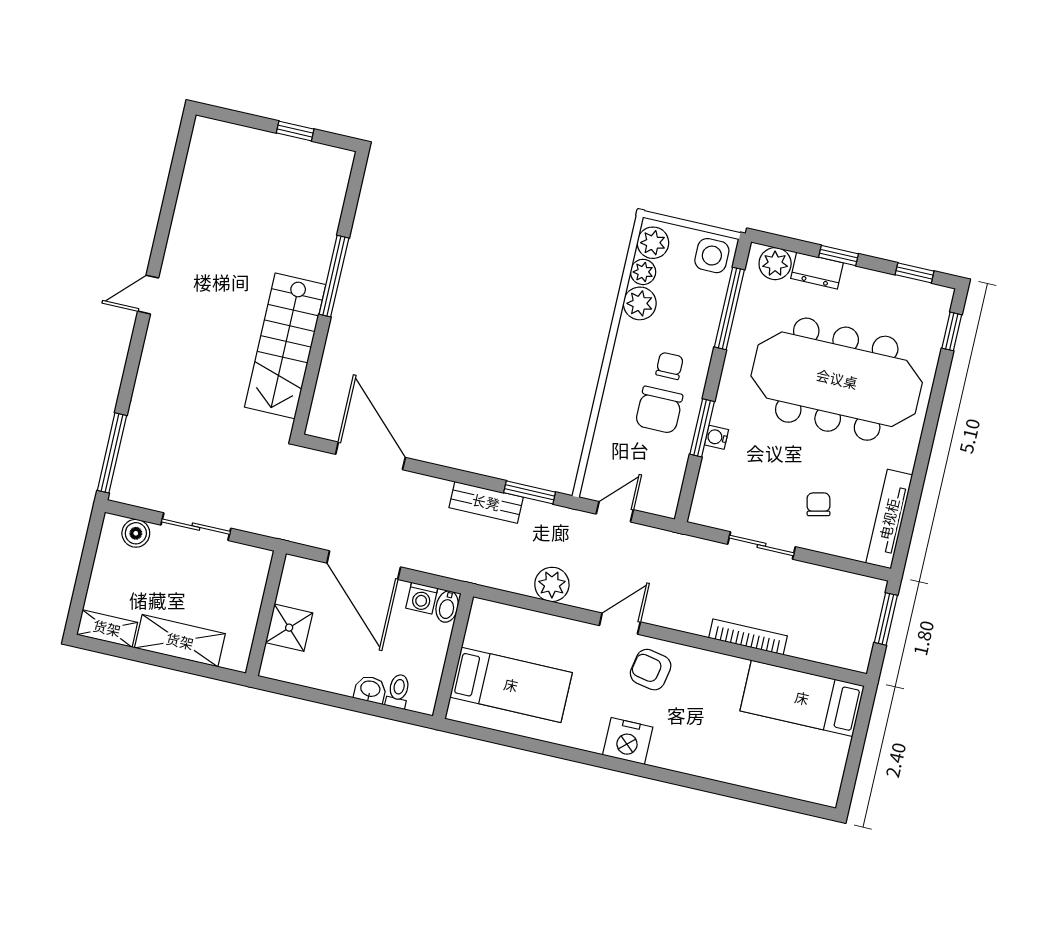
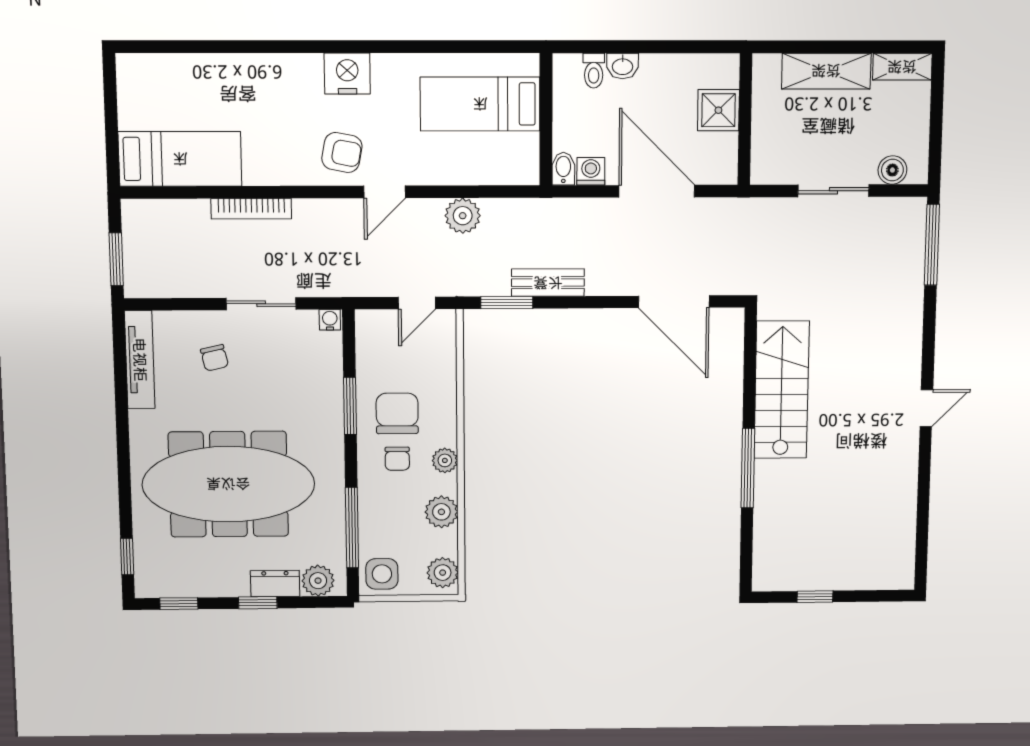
plant: (643, 272) -> (445, 460), moved
water cooler: (716, 437) -> (330, 320), moved, turned -90

